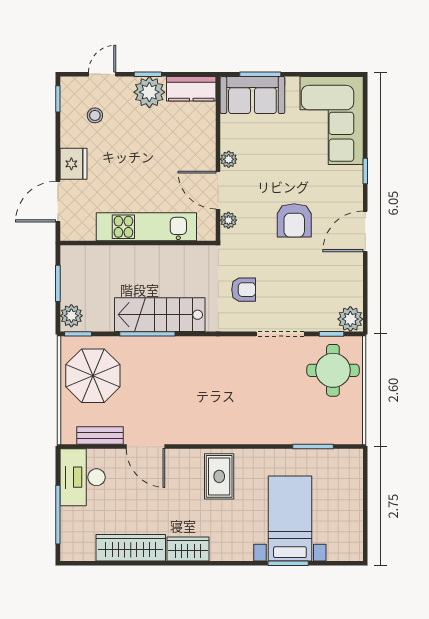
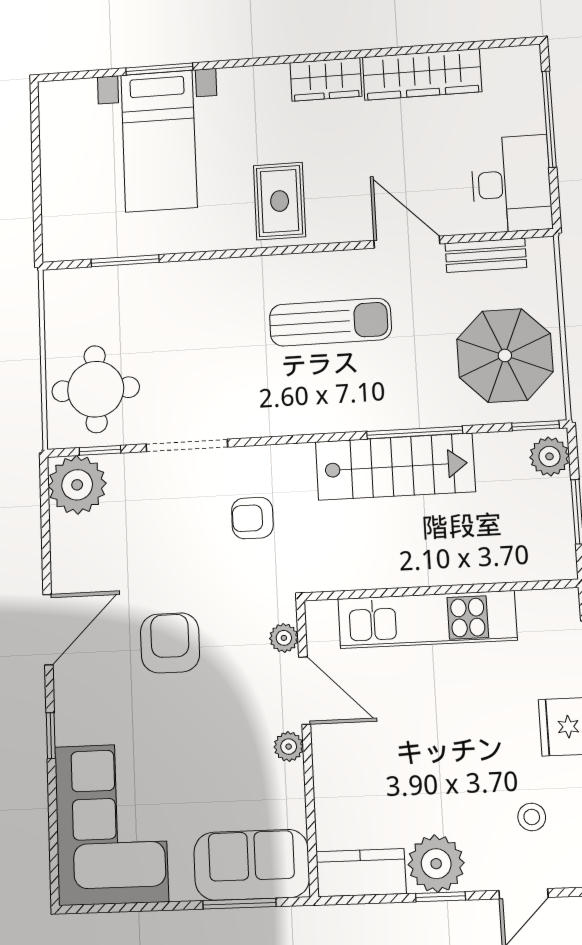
plant: (350, 319) -> (77, 485), width x1.36, depth x1.36
sun lounger: (193, 402) -> (330, 322), added

